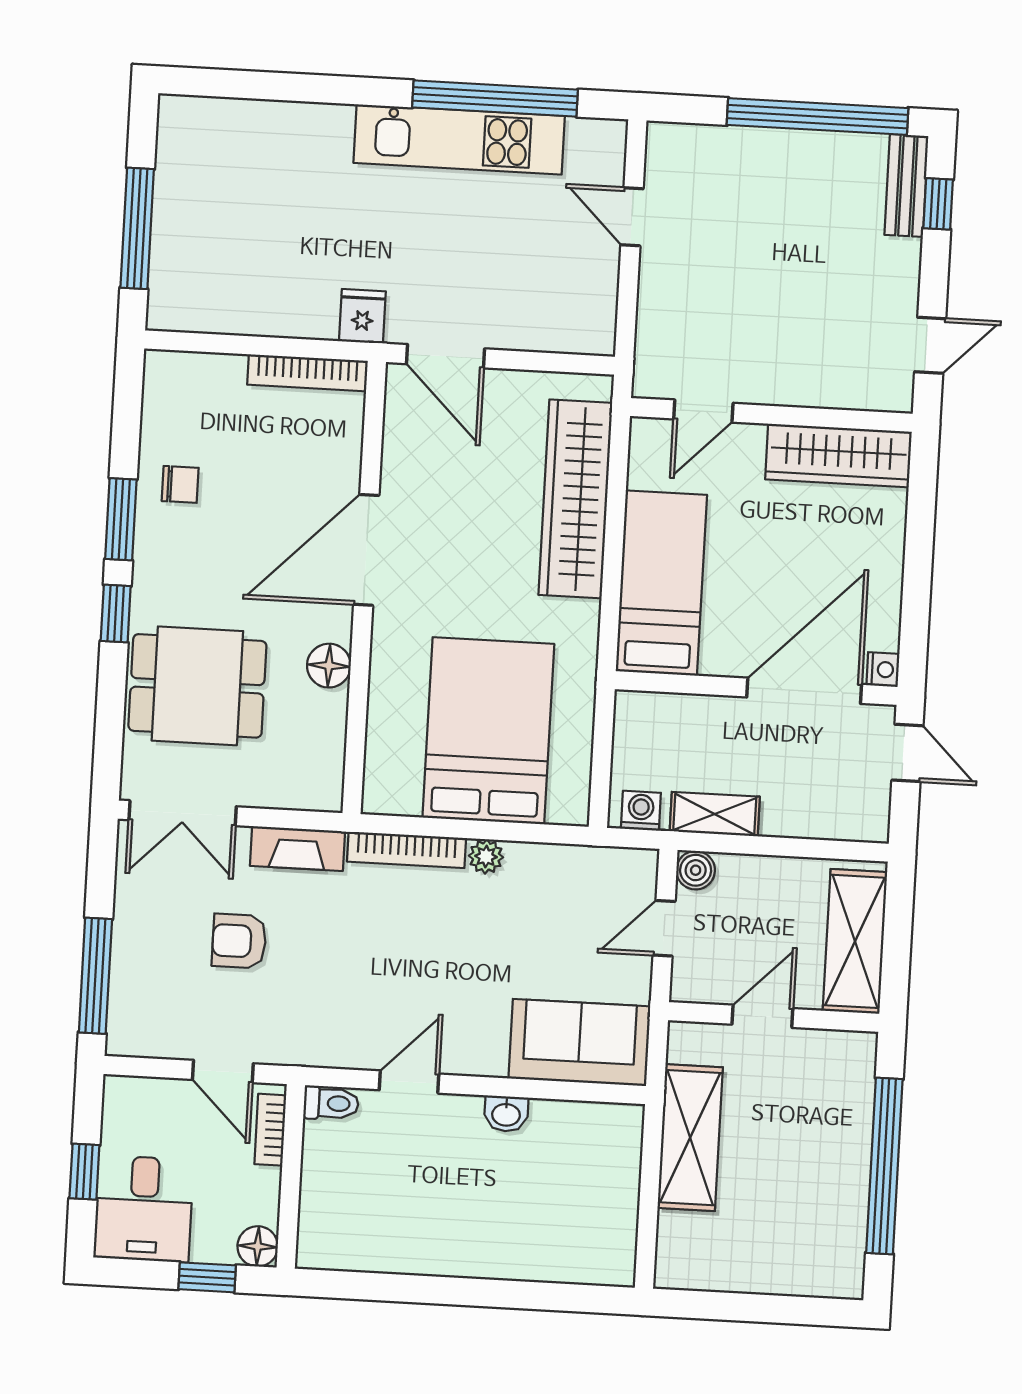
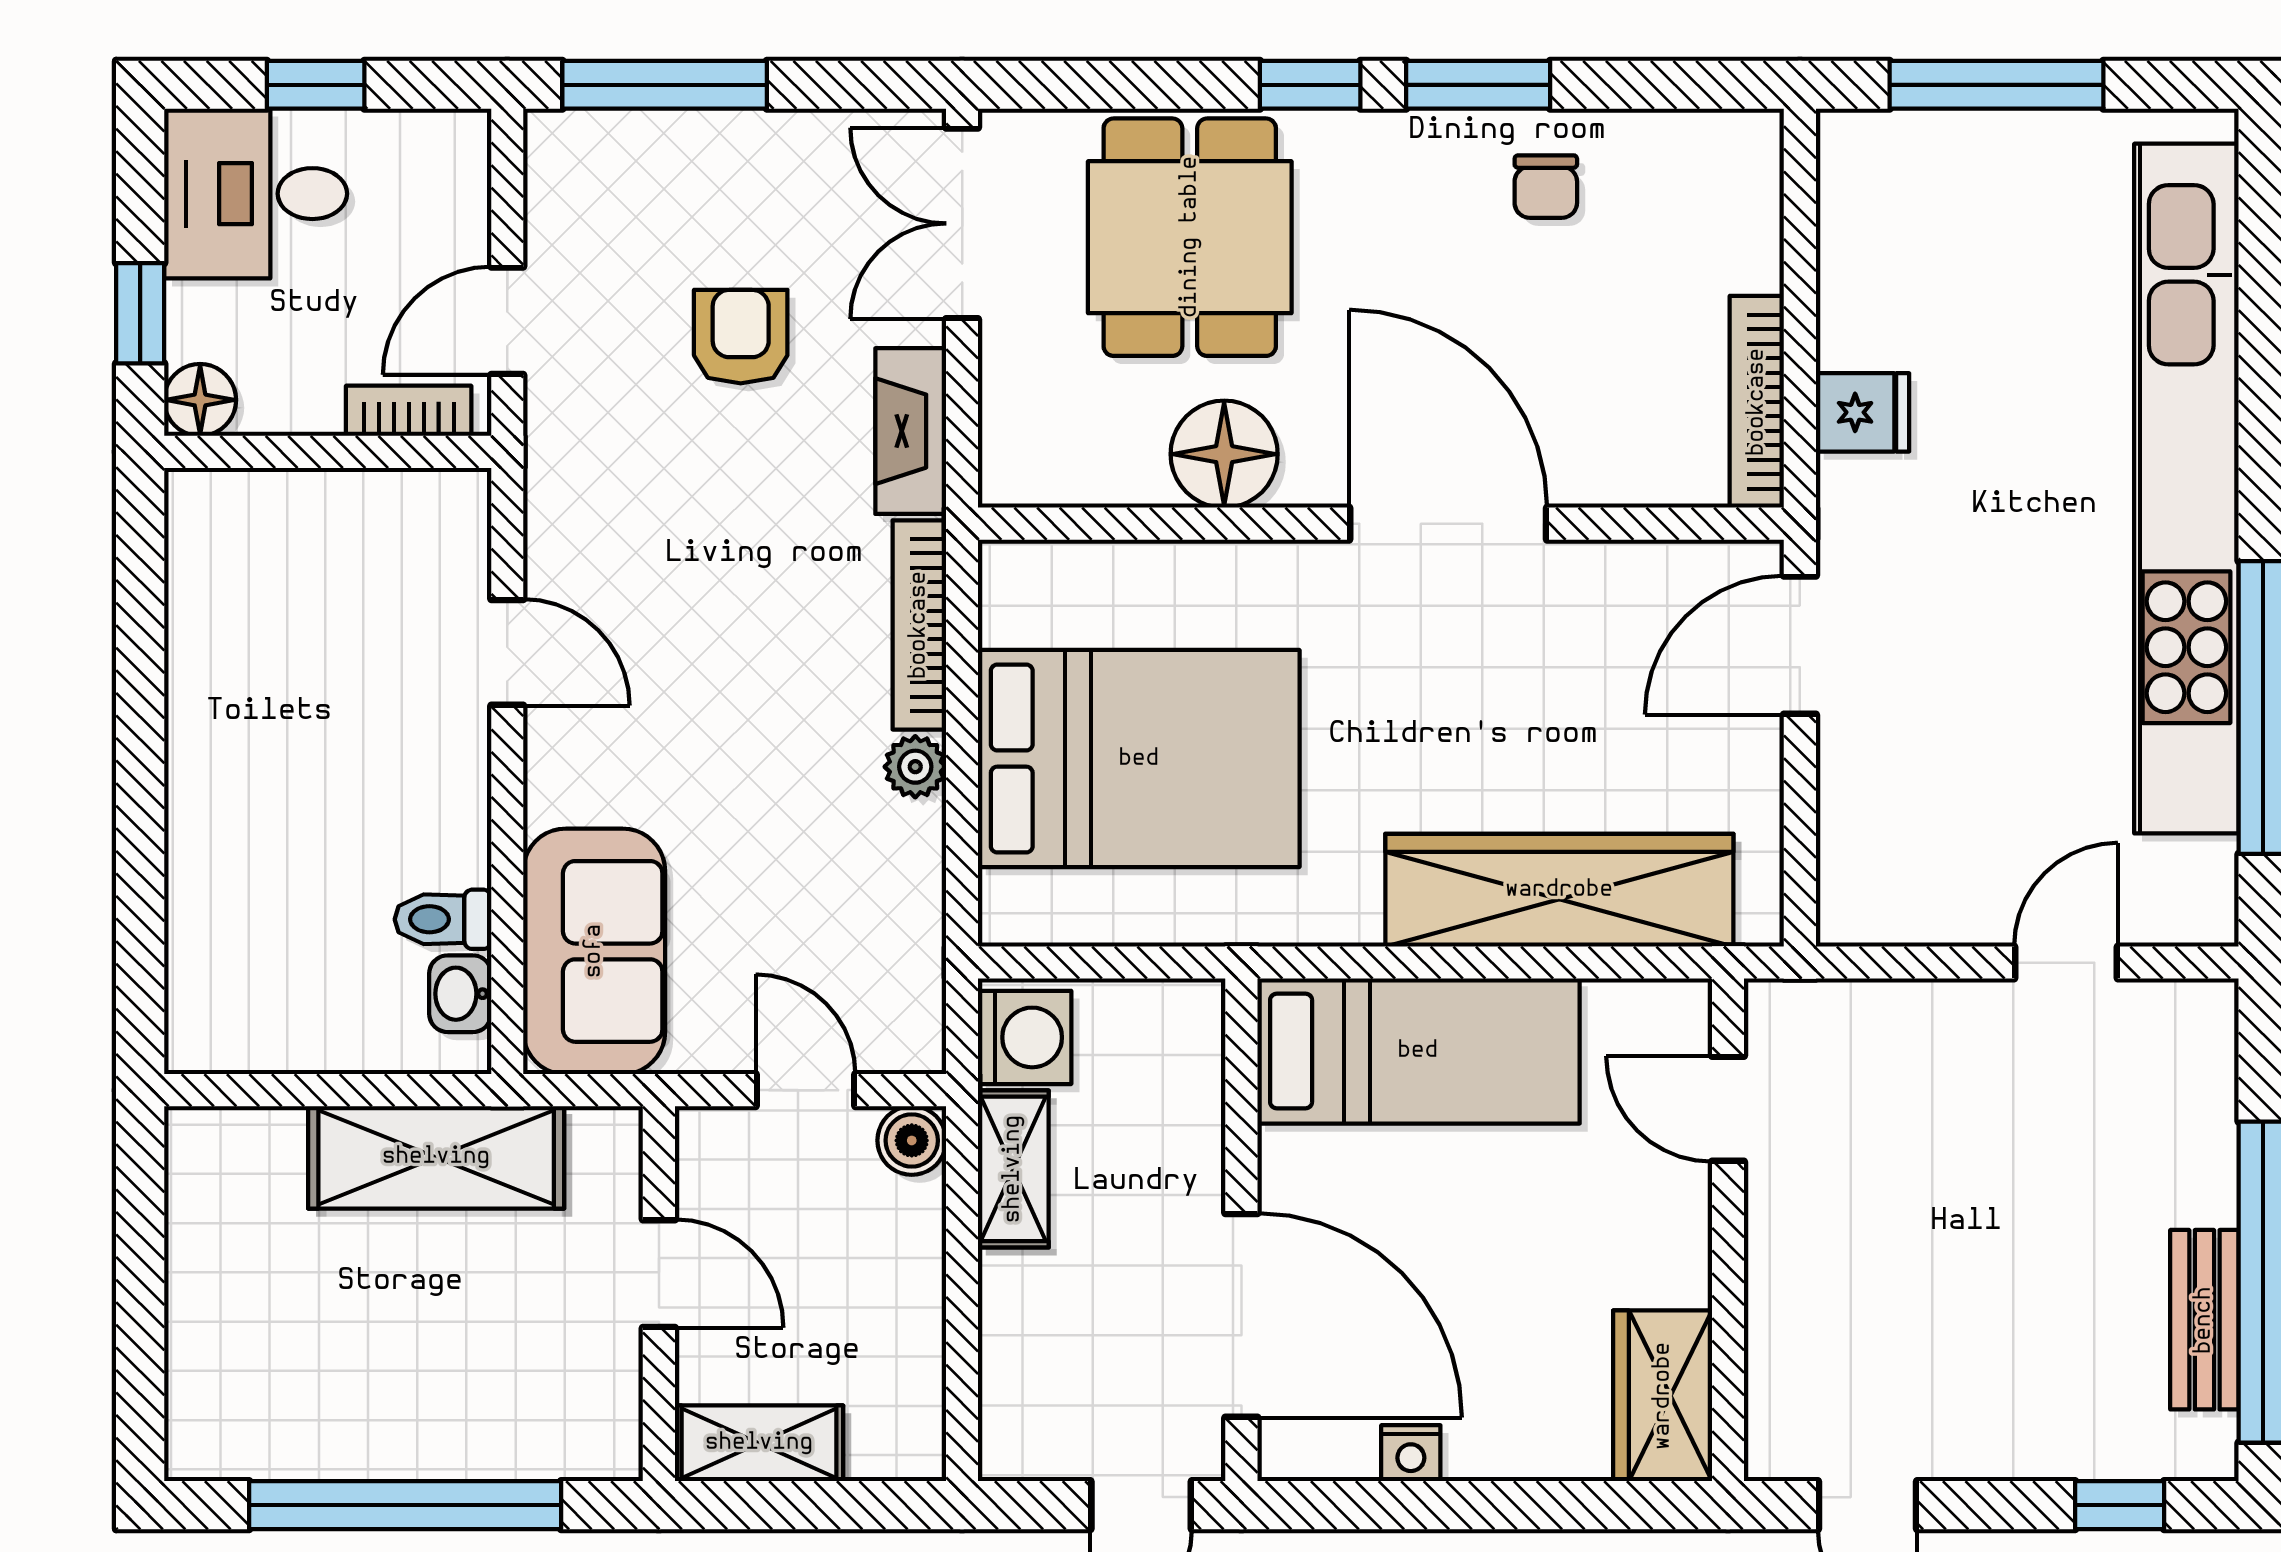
kitchen unit: (459, 139) -> (2186, 489), width x1.86
bench: (906, 186) -> (2204, 1320), moved, turned 90
fridge: (362, 316) -> (1863, 412), moved
wardrobe: (839, 456) -> (1663, 1396), width x0.67
floor lamp: (329, 666) -> (1224, 454), width x1.38, depth x1.38
nightstand: (883, 669) -> (1411, 1453), moved
washing machine: (641, 811) -> (1025, 1037), width x1.38, depth x1.38
shelving: (855, 941) -> (759, 1443), width x0.67, depth x0.75
toilet: (331, 1103) -> (443, 919), moved, turned 90
washbasin: (506, 1114) -> (460, 994), moved

